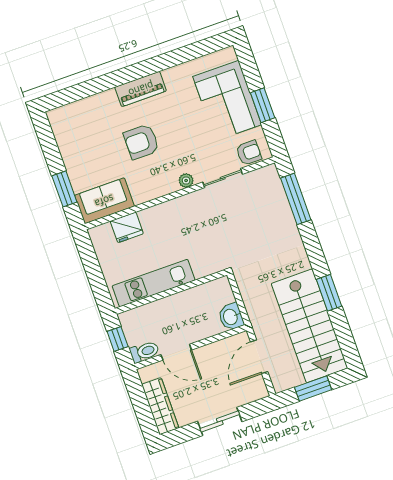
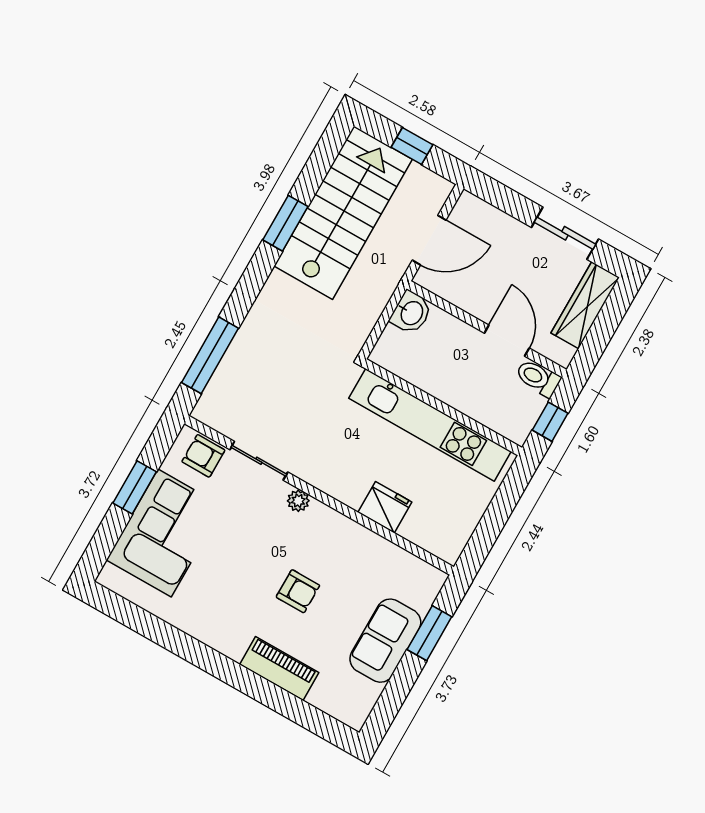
piano: (141, 89) -> (279, 669), moved
armchair: (141, 142) -> (298, 591), width x0.72, depth x0.72
sofa: (104, 201) -> (385, 641), moved, turned 90
fridge: (127, 227) -> (385, 507), moved
kitchen unit: (154, 283) -> (430, 425), width x1.36
window: (313, 388) -> (412, 146), width x0.67
sliding door: (220, 421) -> (565, 233), moved

